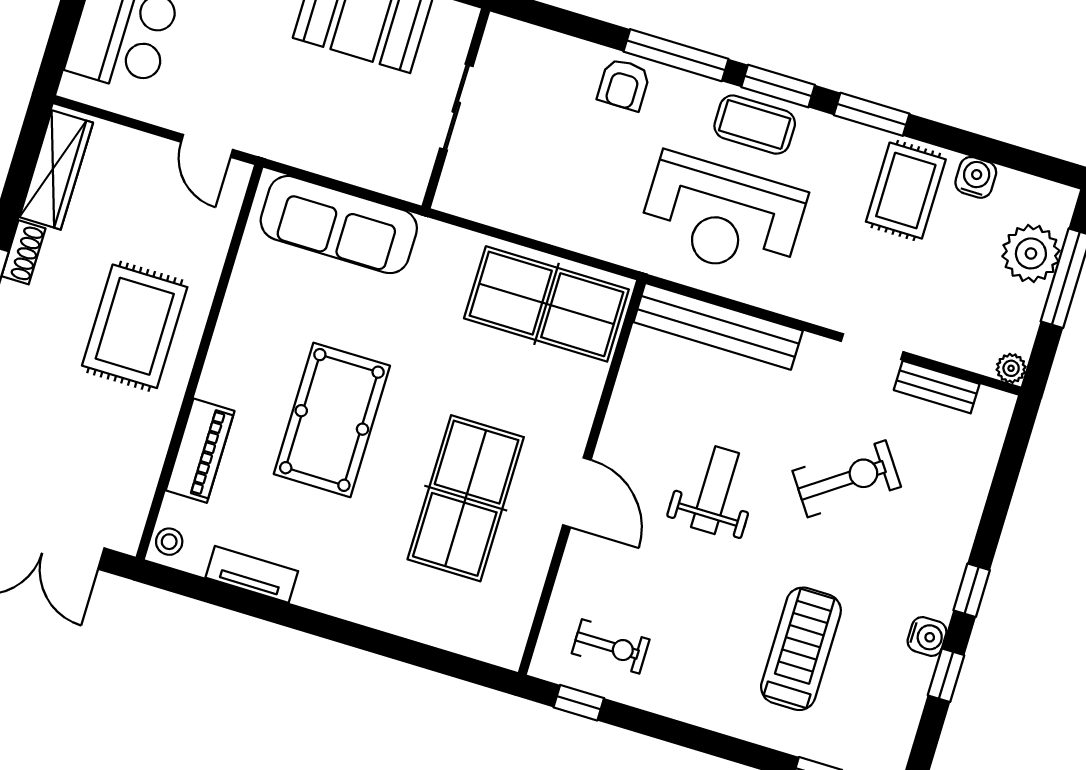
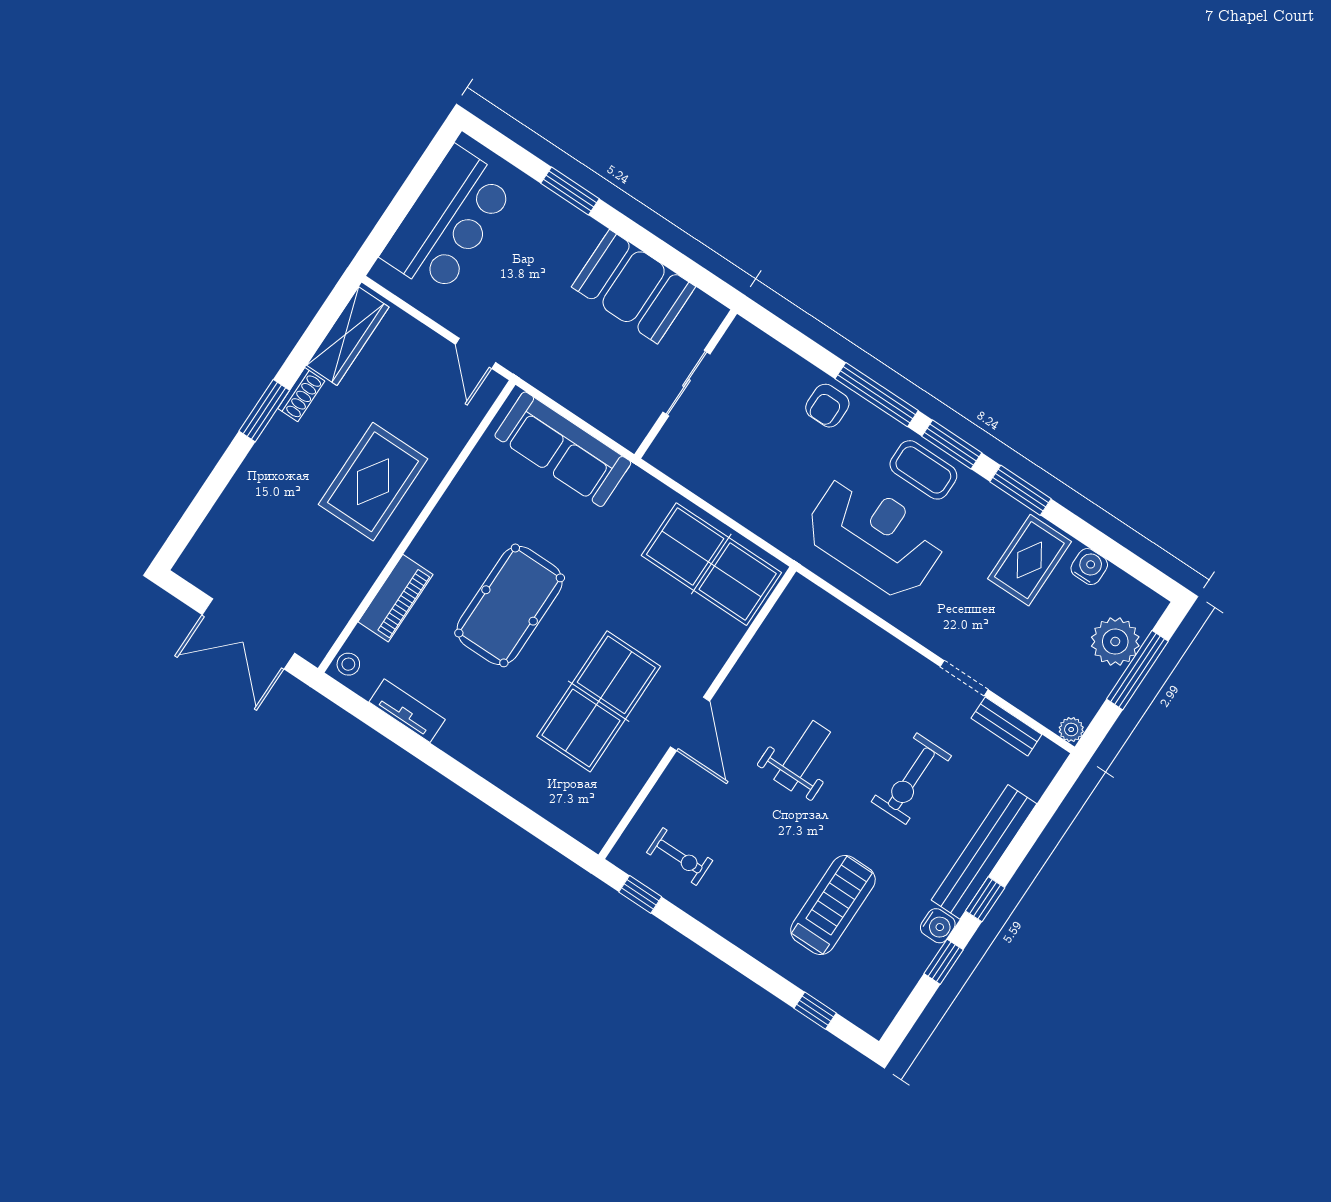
reception desk: (722, 216) -> (875, 536), turned 180
bench: (718, 326) -> (984, 852), moved, turned 90
exercise bike: (847, 479) -> (911, 779), turned 125

